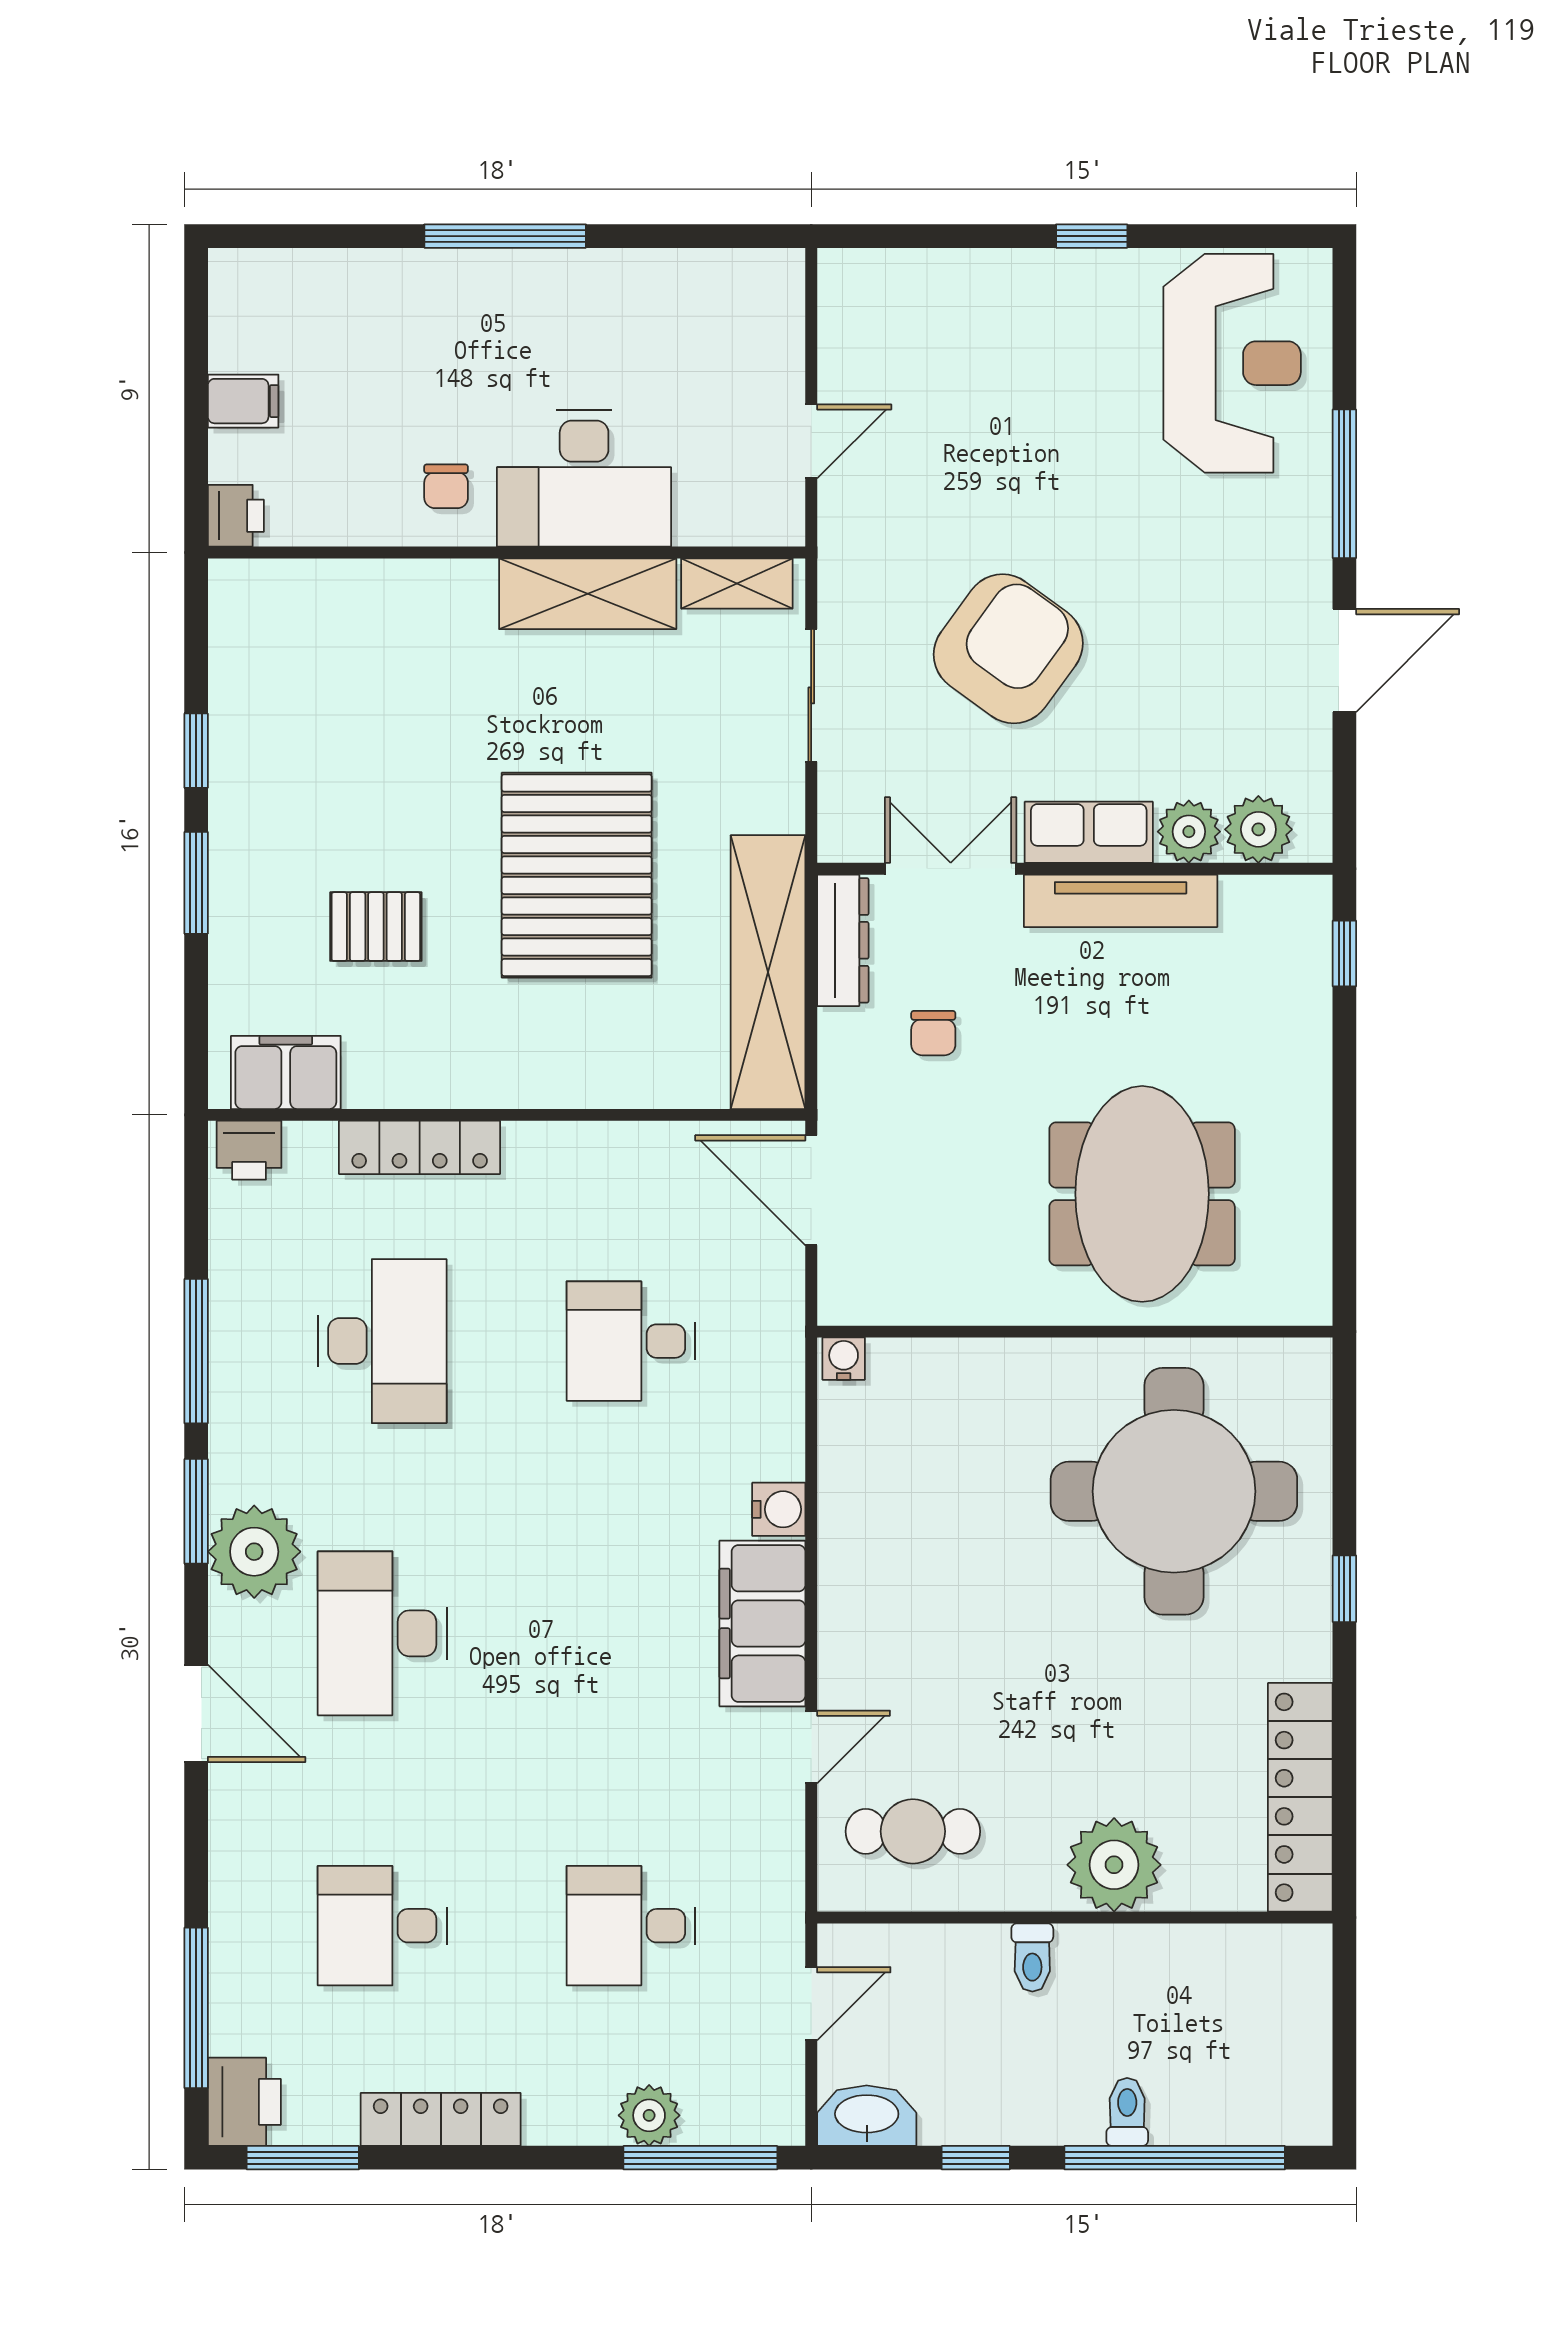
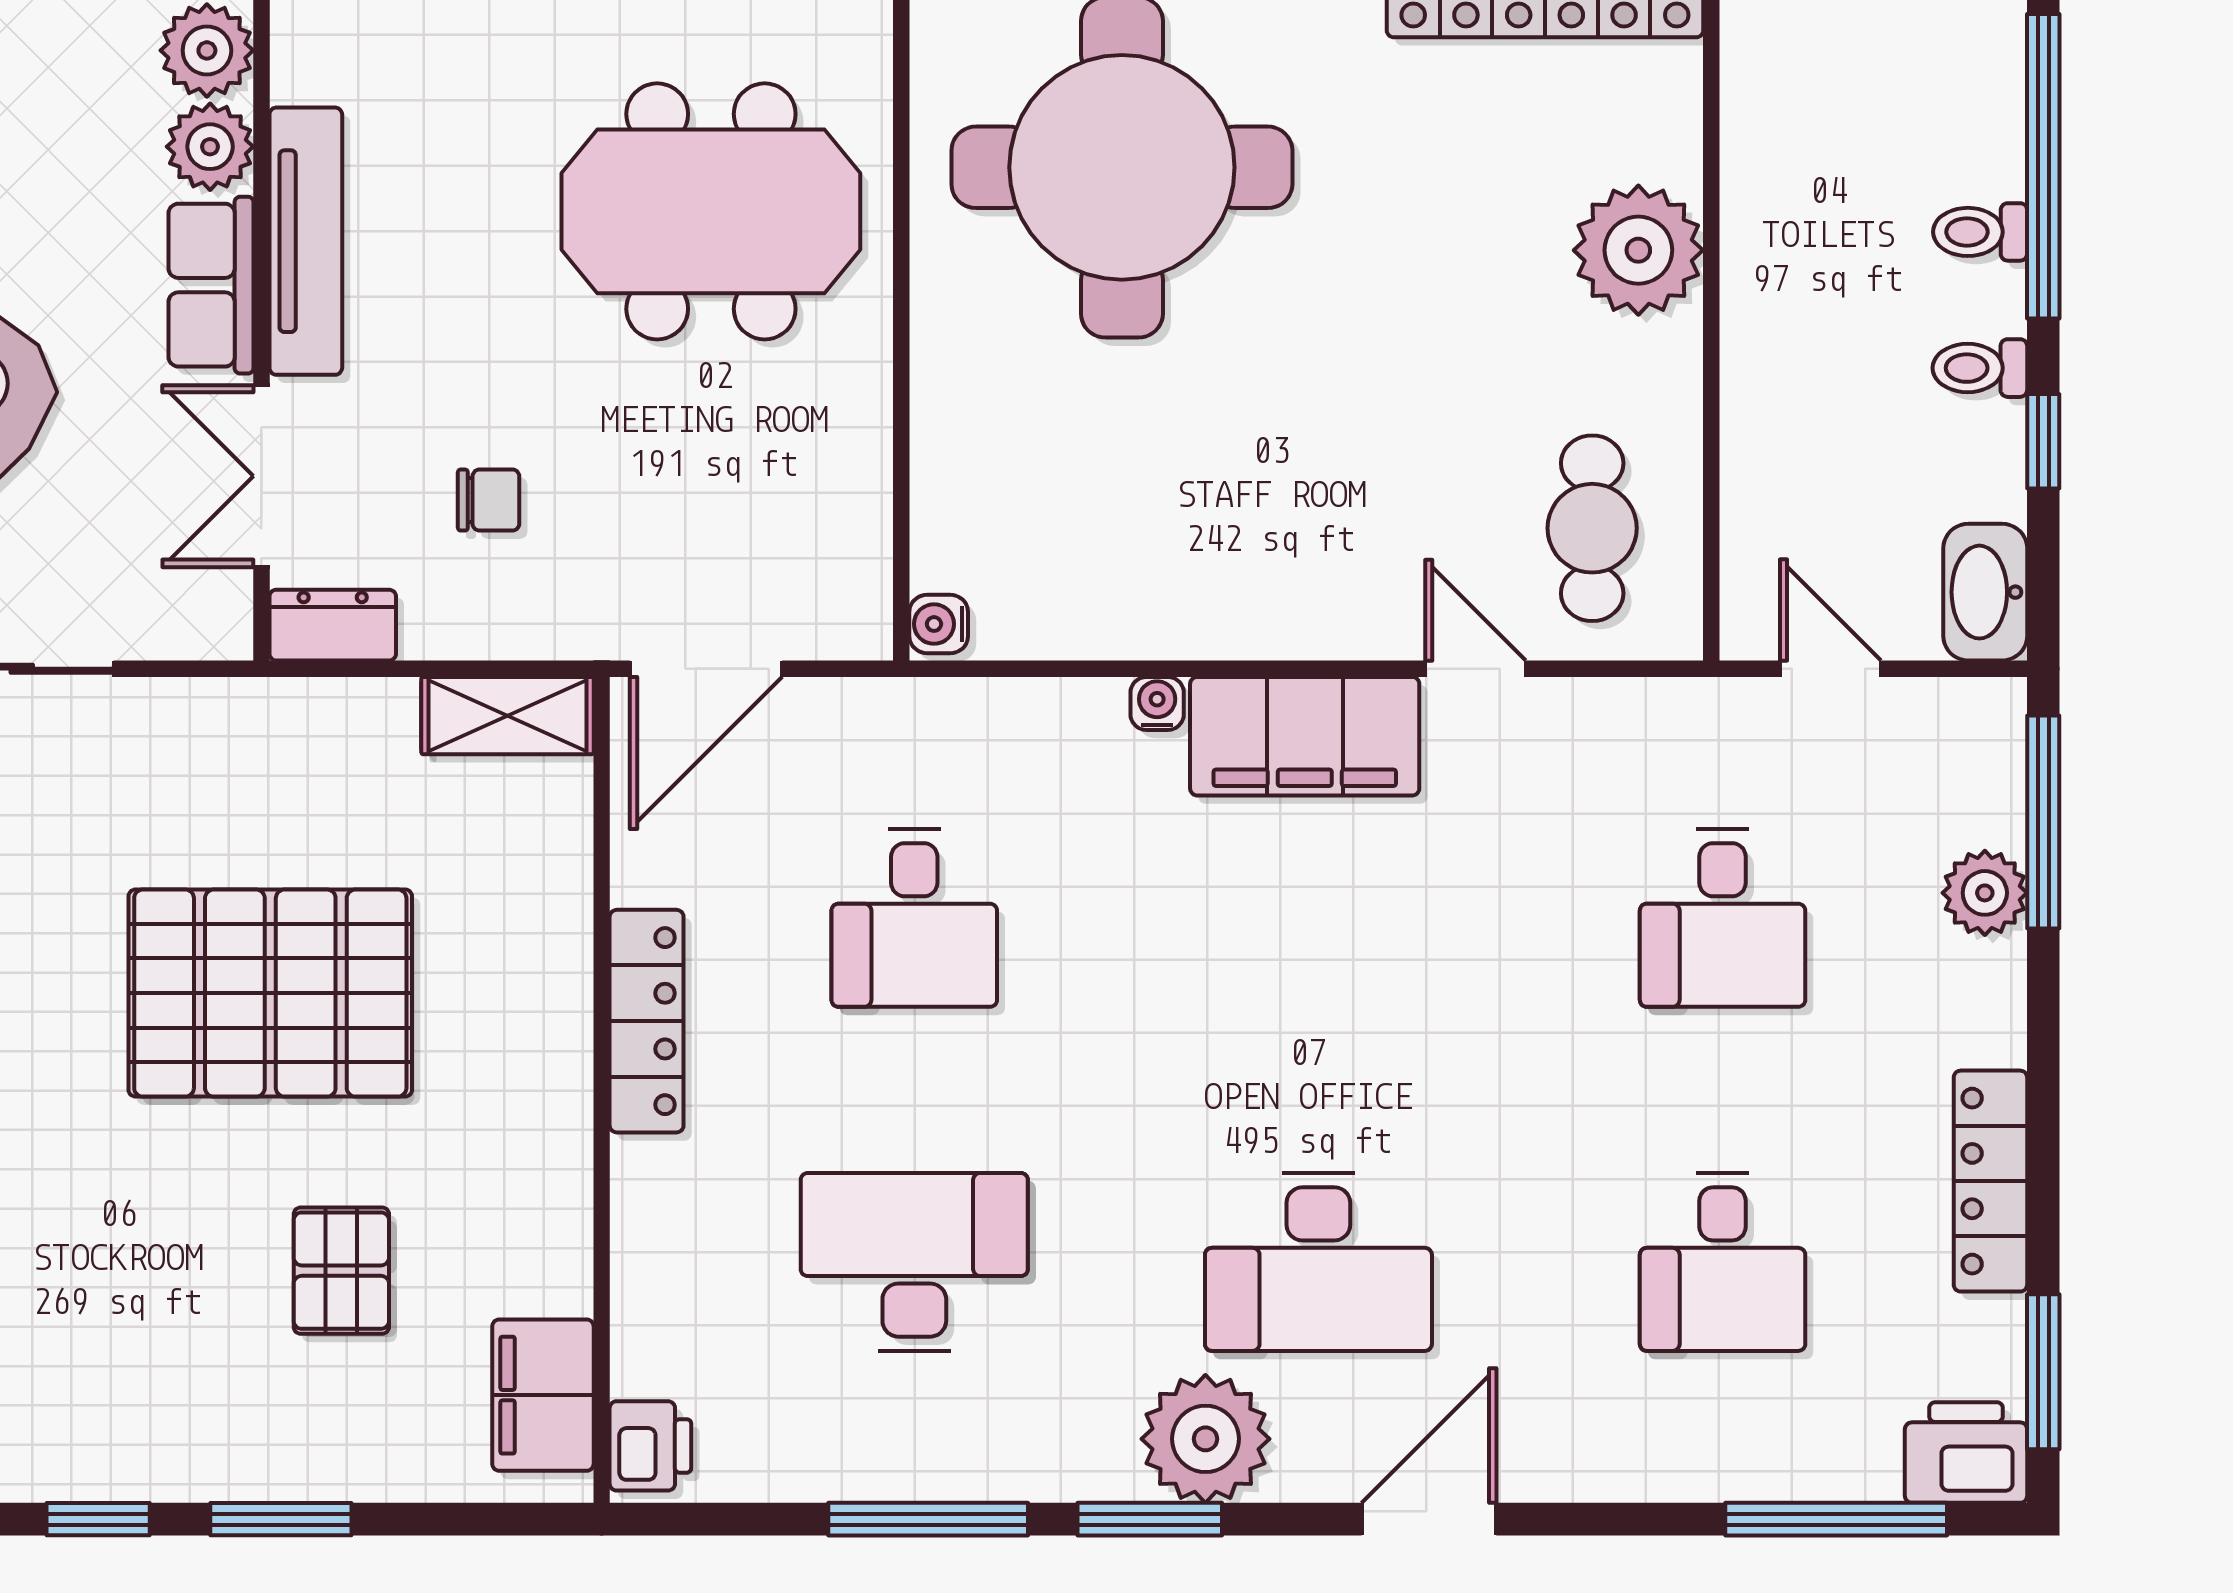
dresser: (843, 940) -> (333, 625), width x0.70
shelving: (768, 972) -> (507, 716), width x0.45, depth x0.75
locker: (420, 1147) -> (647, 1021), moved
water cooler: (779, 1509) -> (1157, 703), width x0.72, depth x0.72
toilet: (1032, 1957) -> (1980, 368), moved, turned 180

